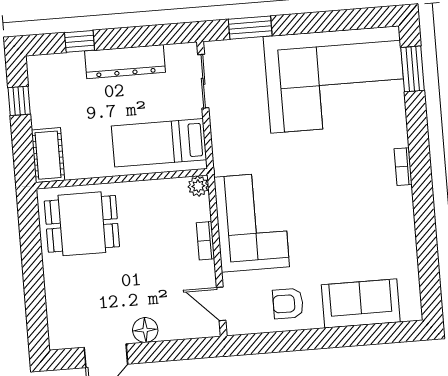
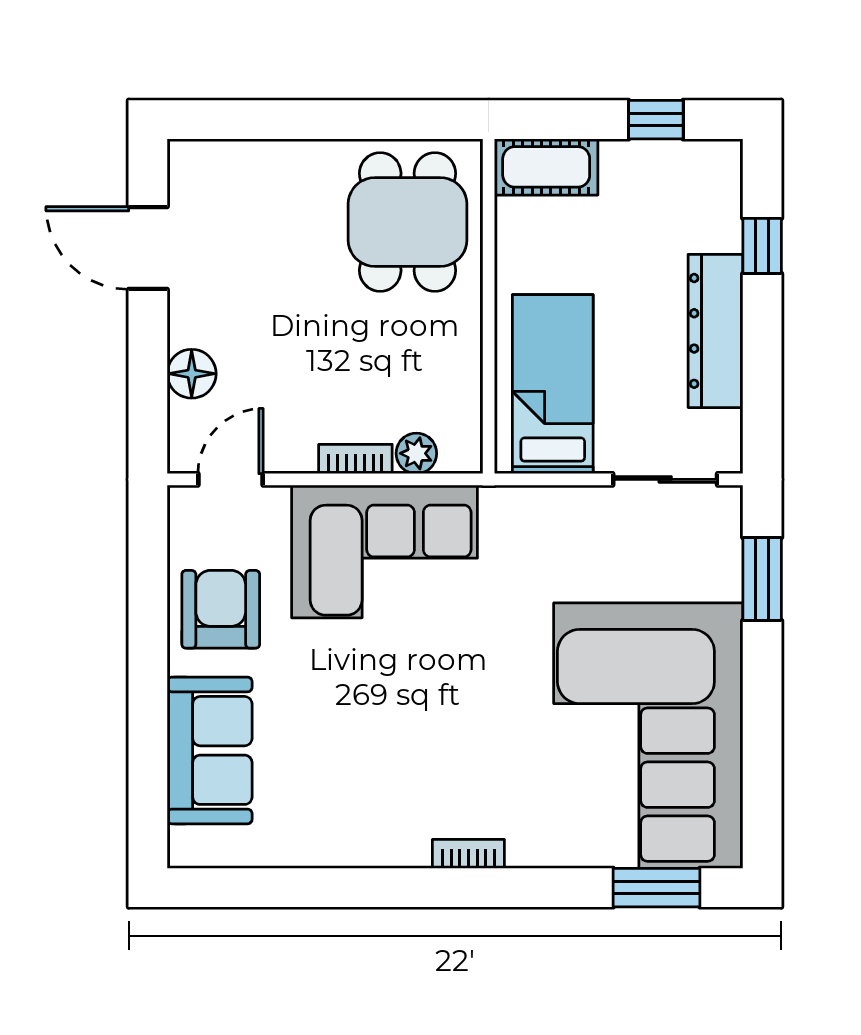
plant: (198, 186) -> (416, 453), moved
armchair: (288, 304) -> (221, 609), width x1.38, depth x1.38
floor lamp: (145, 330) -> (192, 374), moved

